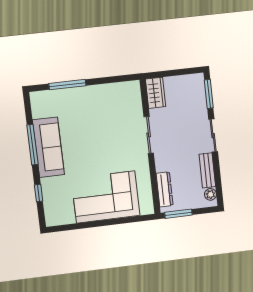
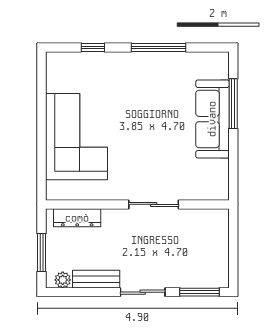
wardrobe: (156, 93) -> (209, 220), removed
sofa: (48, 147) -> (212, 119), moved, turned 90
window: (178, 214) -> (42, 253), moved

